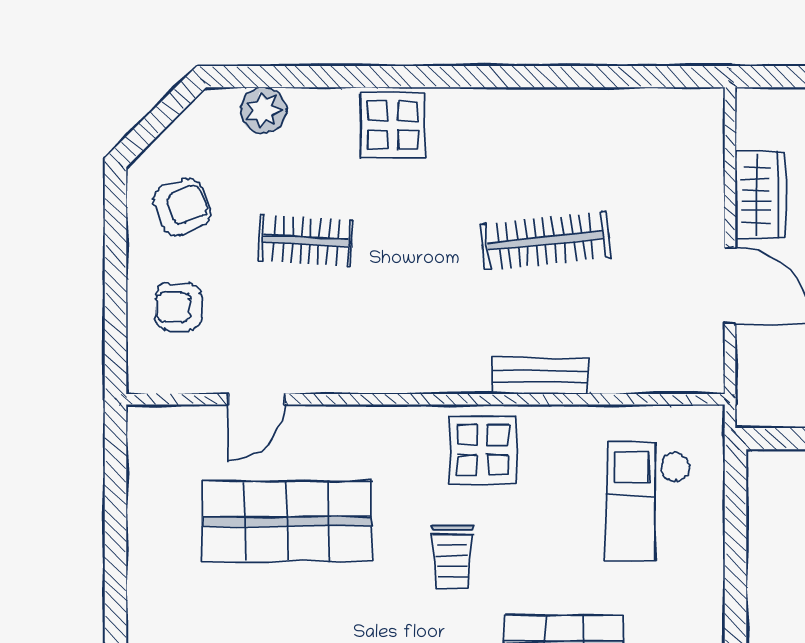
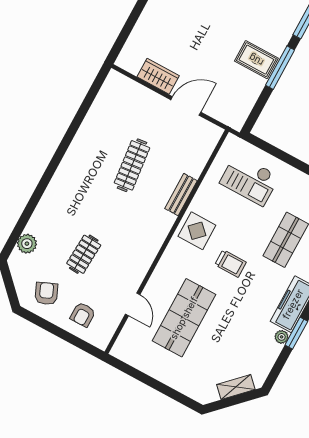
display table: (393, 125) -> (58, 199), removed

